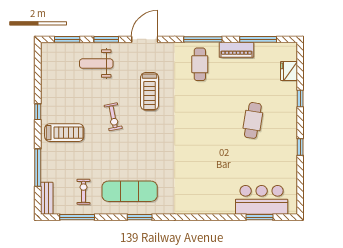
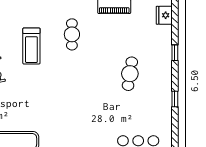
cafe table: (200, 64) -> (72, 34), moved
fridge: (289, 71) -> (164, 15), moved

